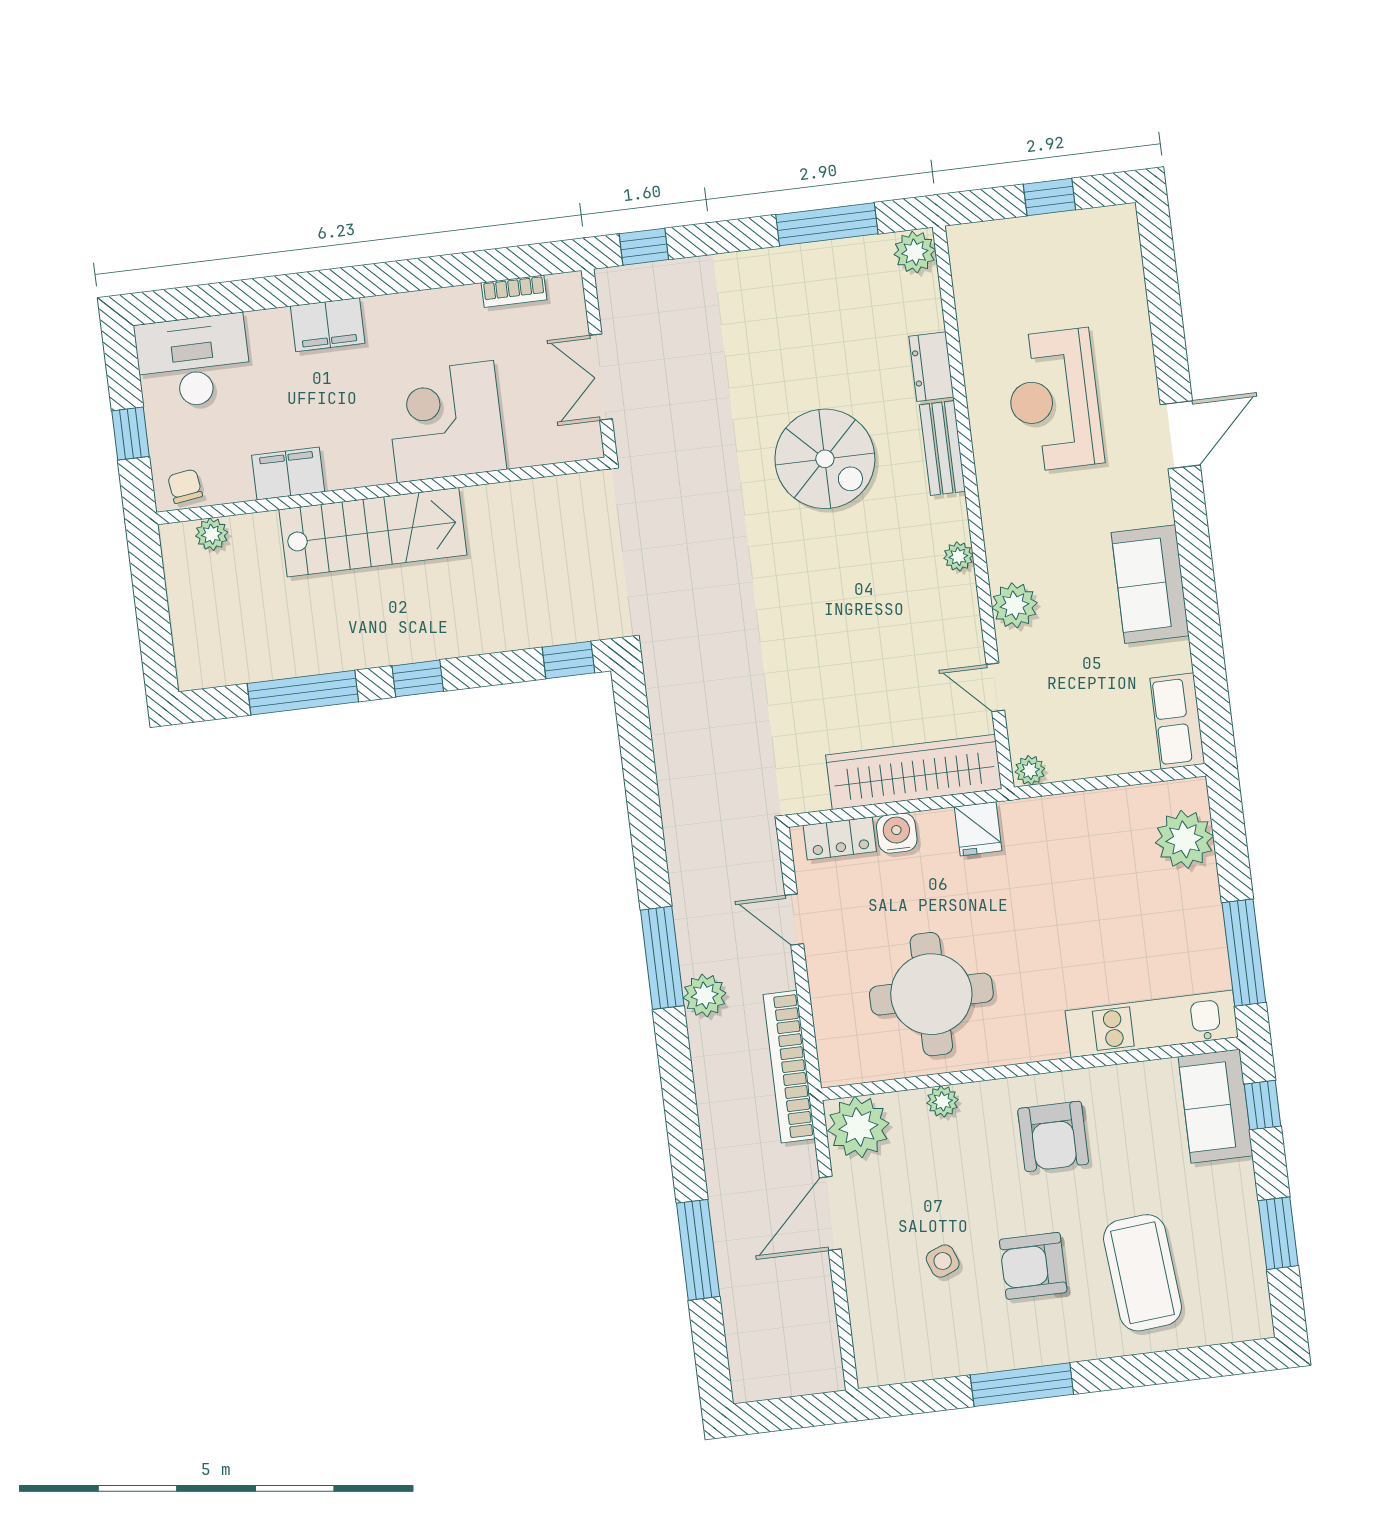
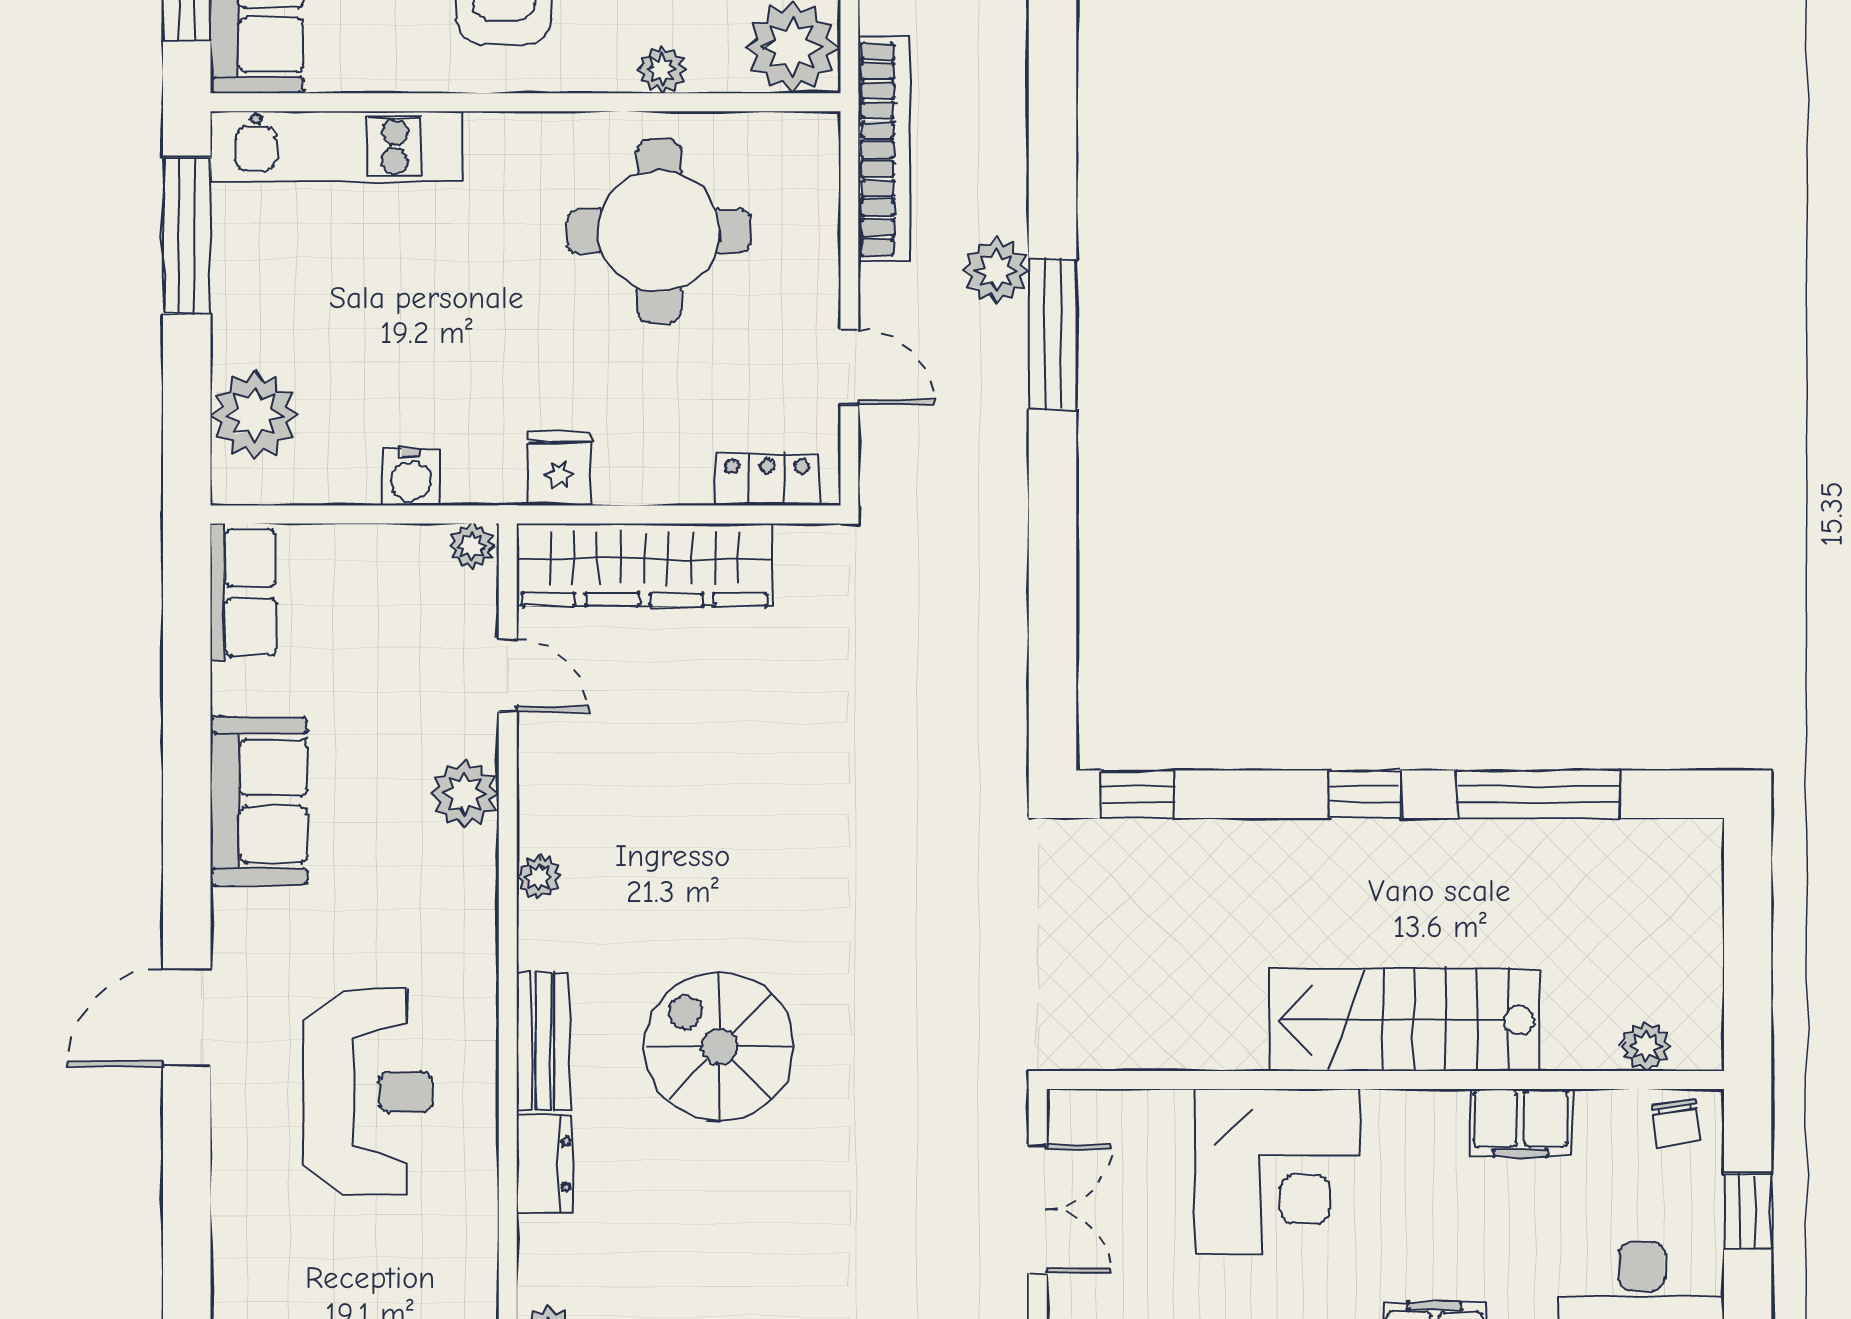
water cooler: (897, 833) -> (411, 477), moved

